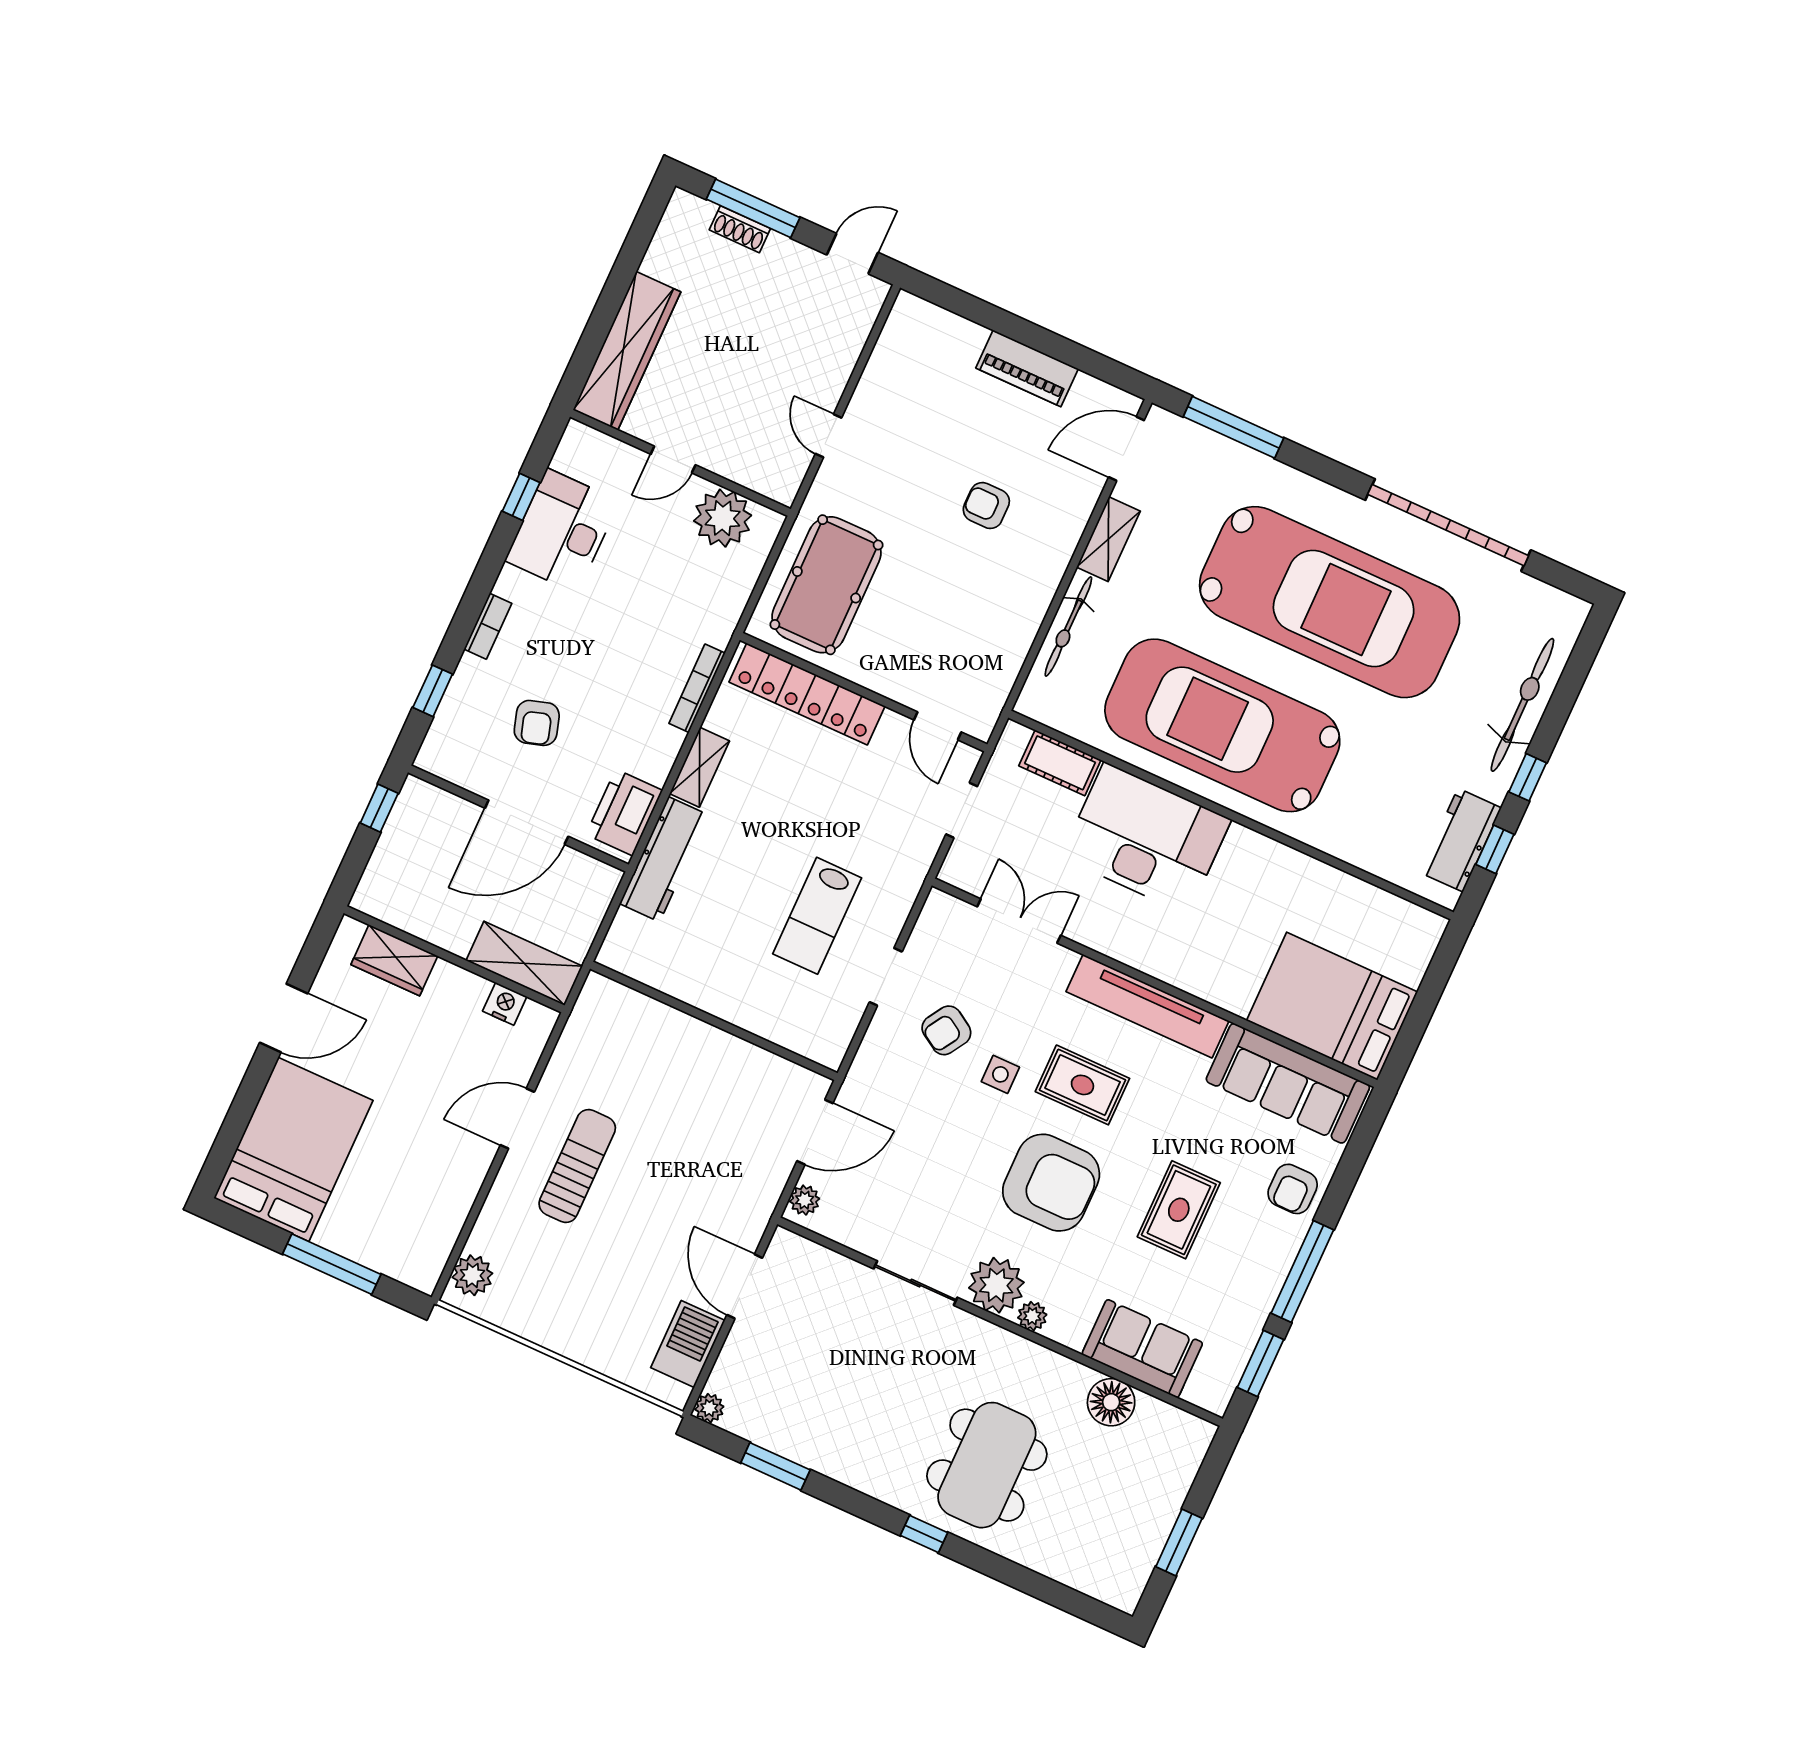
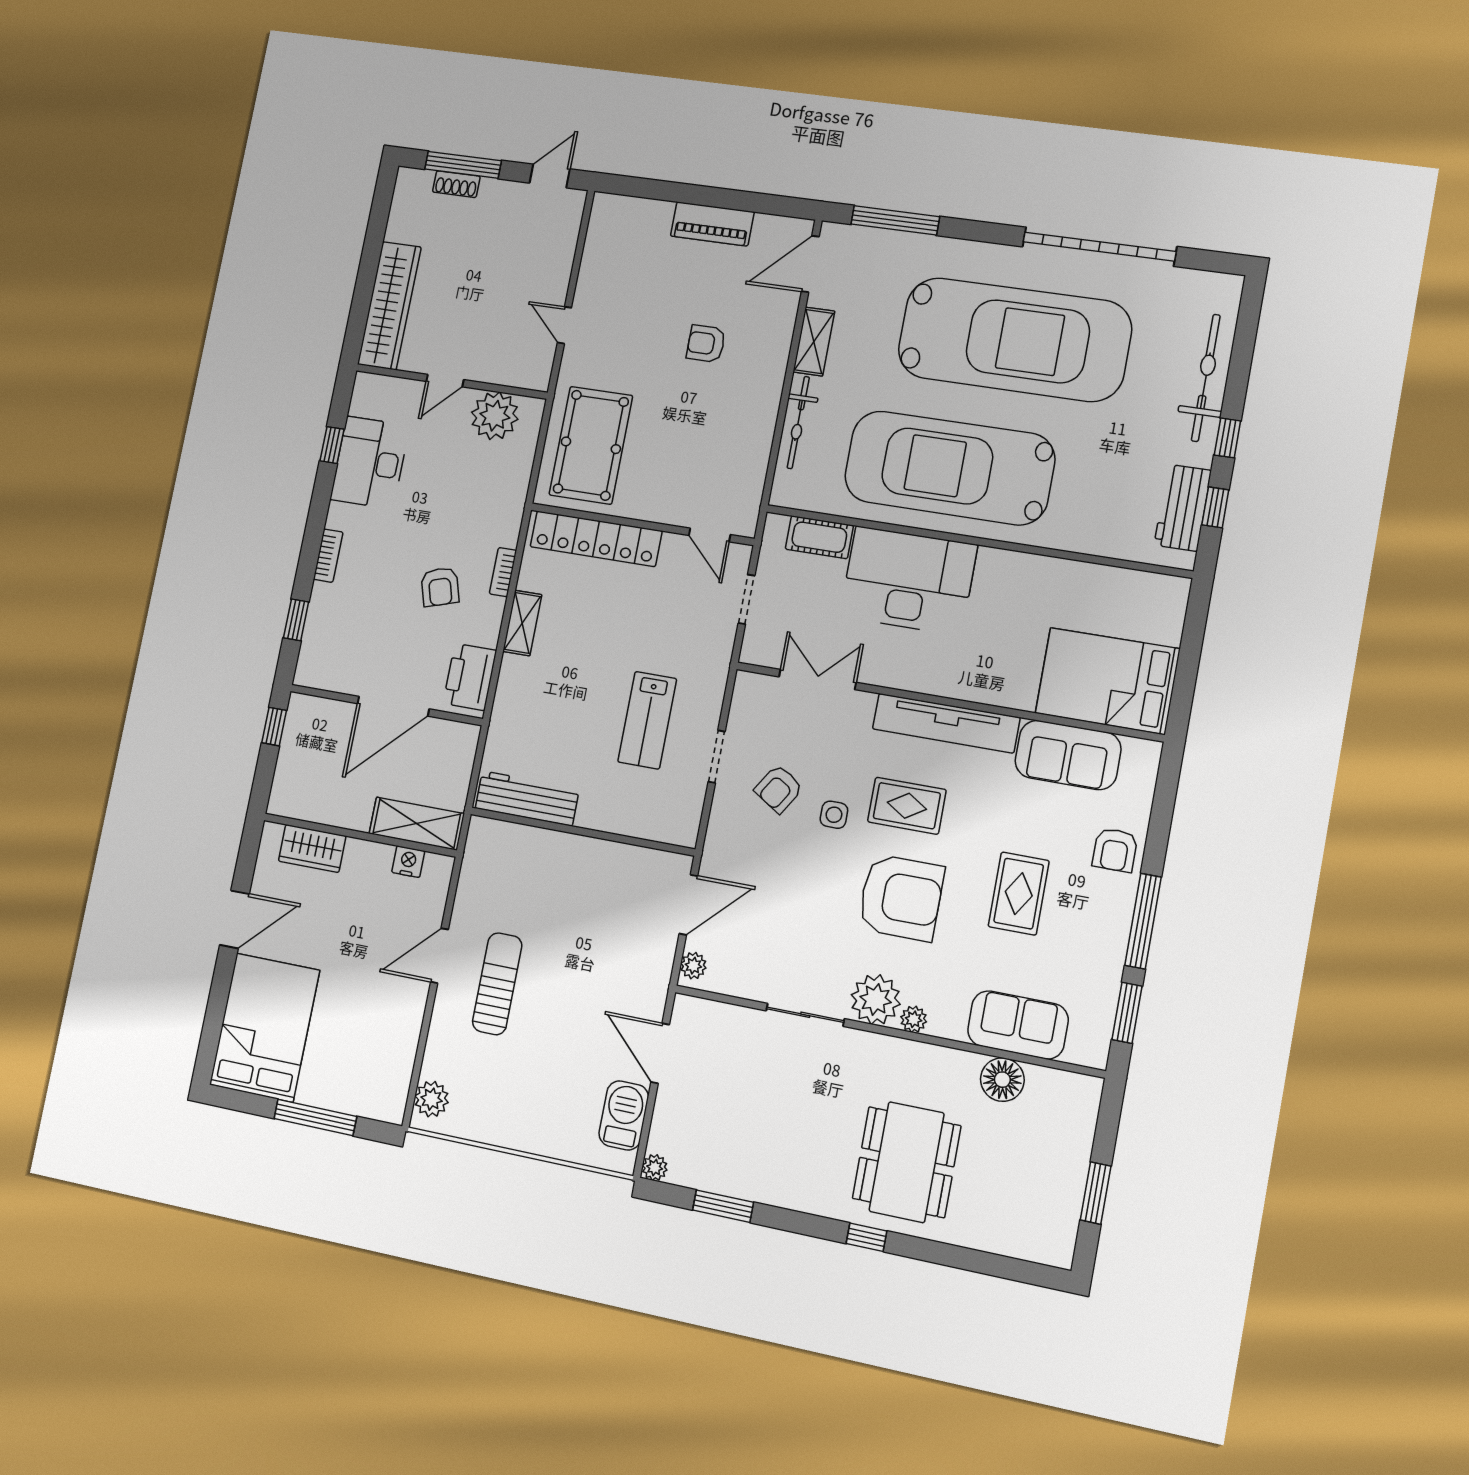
bookcase: (697, 688) -> (503, 572), width x0.64
armchair: (537, 723) -> (440, 587), moved
workbench: (664, 859) -> (527, 798), moved, turned -90
sofa: (1288, 1083) -> (1068, 755), width x0.73

